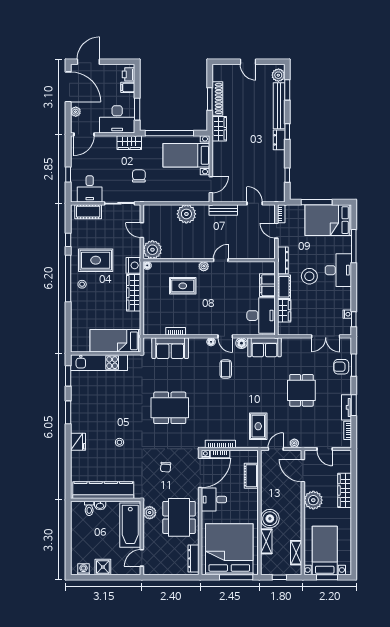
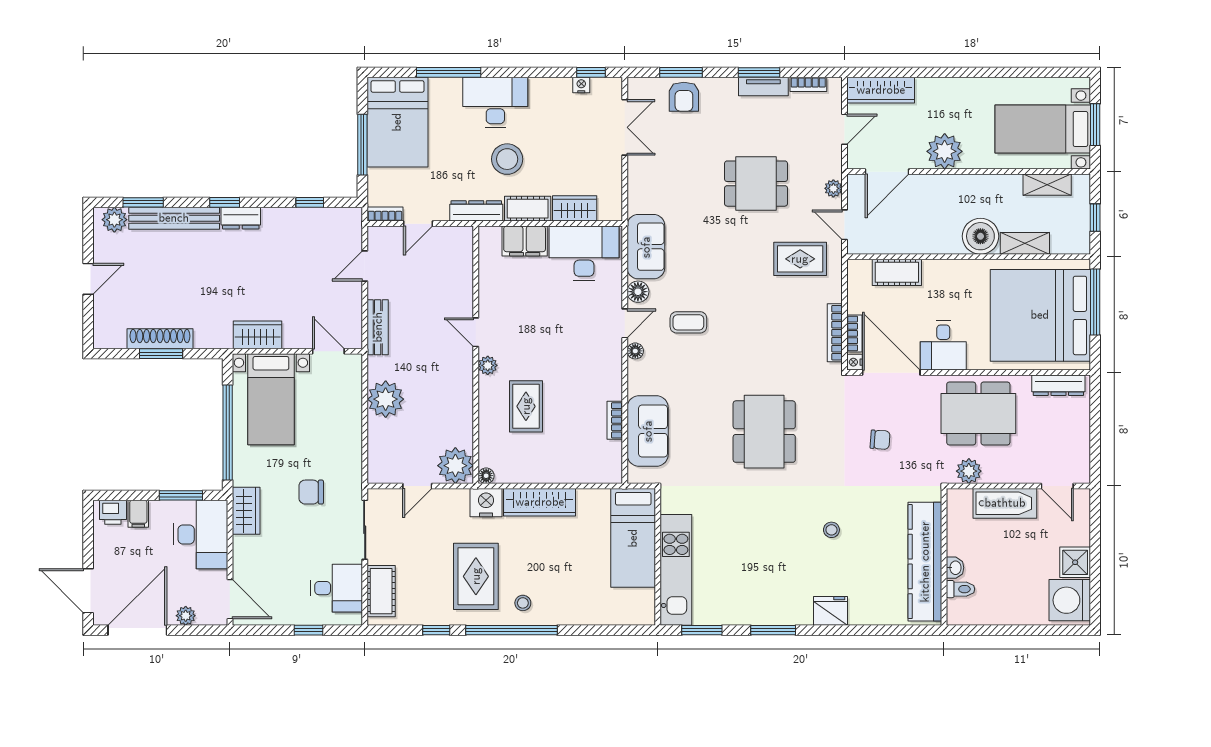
wardrobe: (219, 129) -> (258, 335), moved
dining table: (301, 390) -> (756, 184), moved
wardrobe: (345, 490) -> (881, 90), moved
bathtub: (130, 525) -> (1005, 503), width x0.73, depth x0.73
washing machine: (83, 569) -> (1070, 600), width x1.89, depth x1.89

